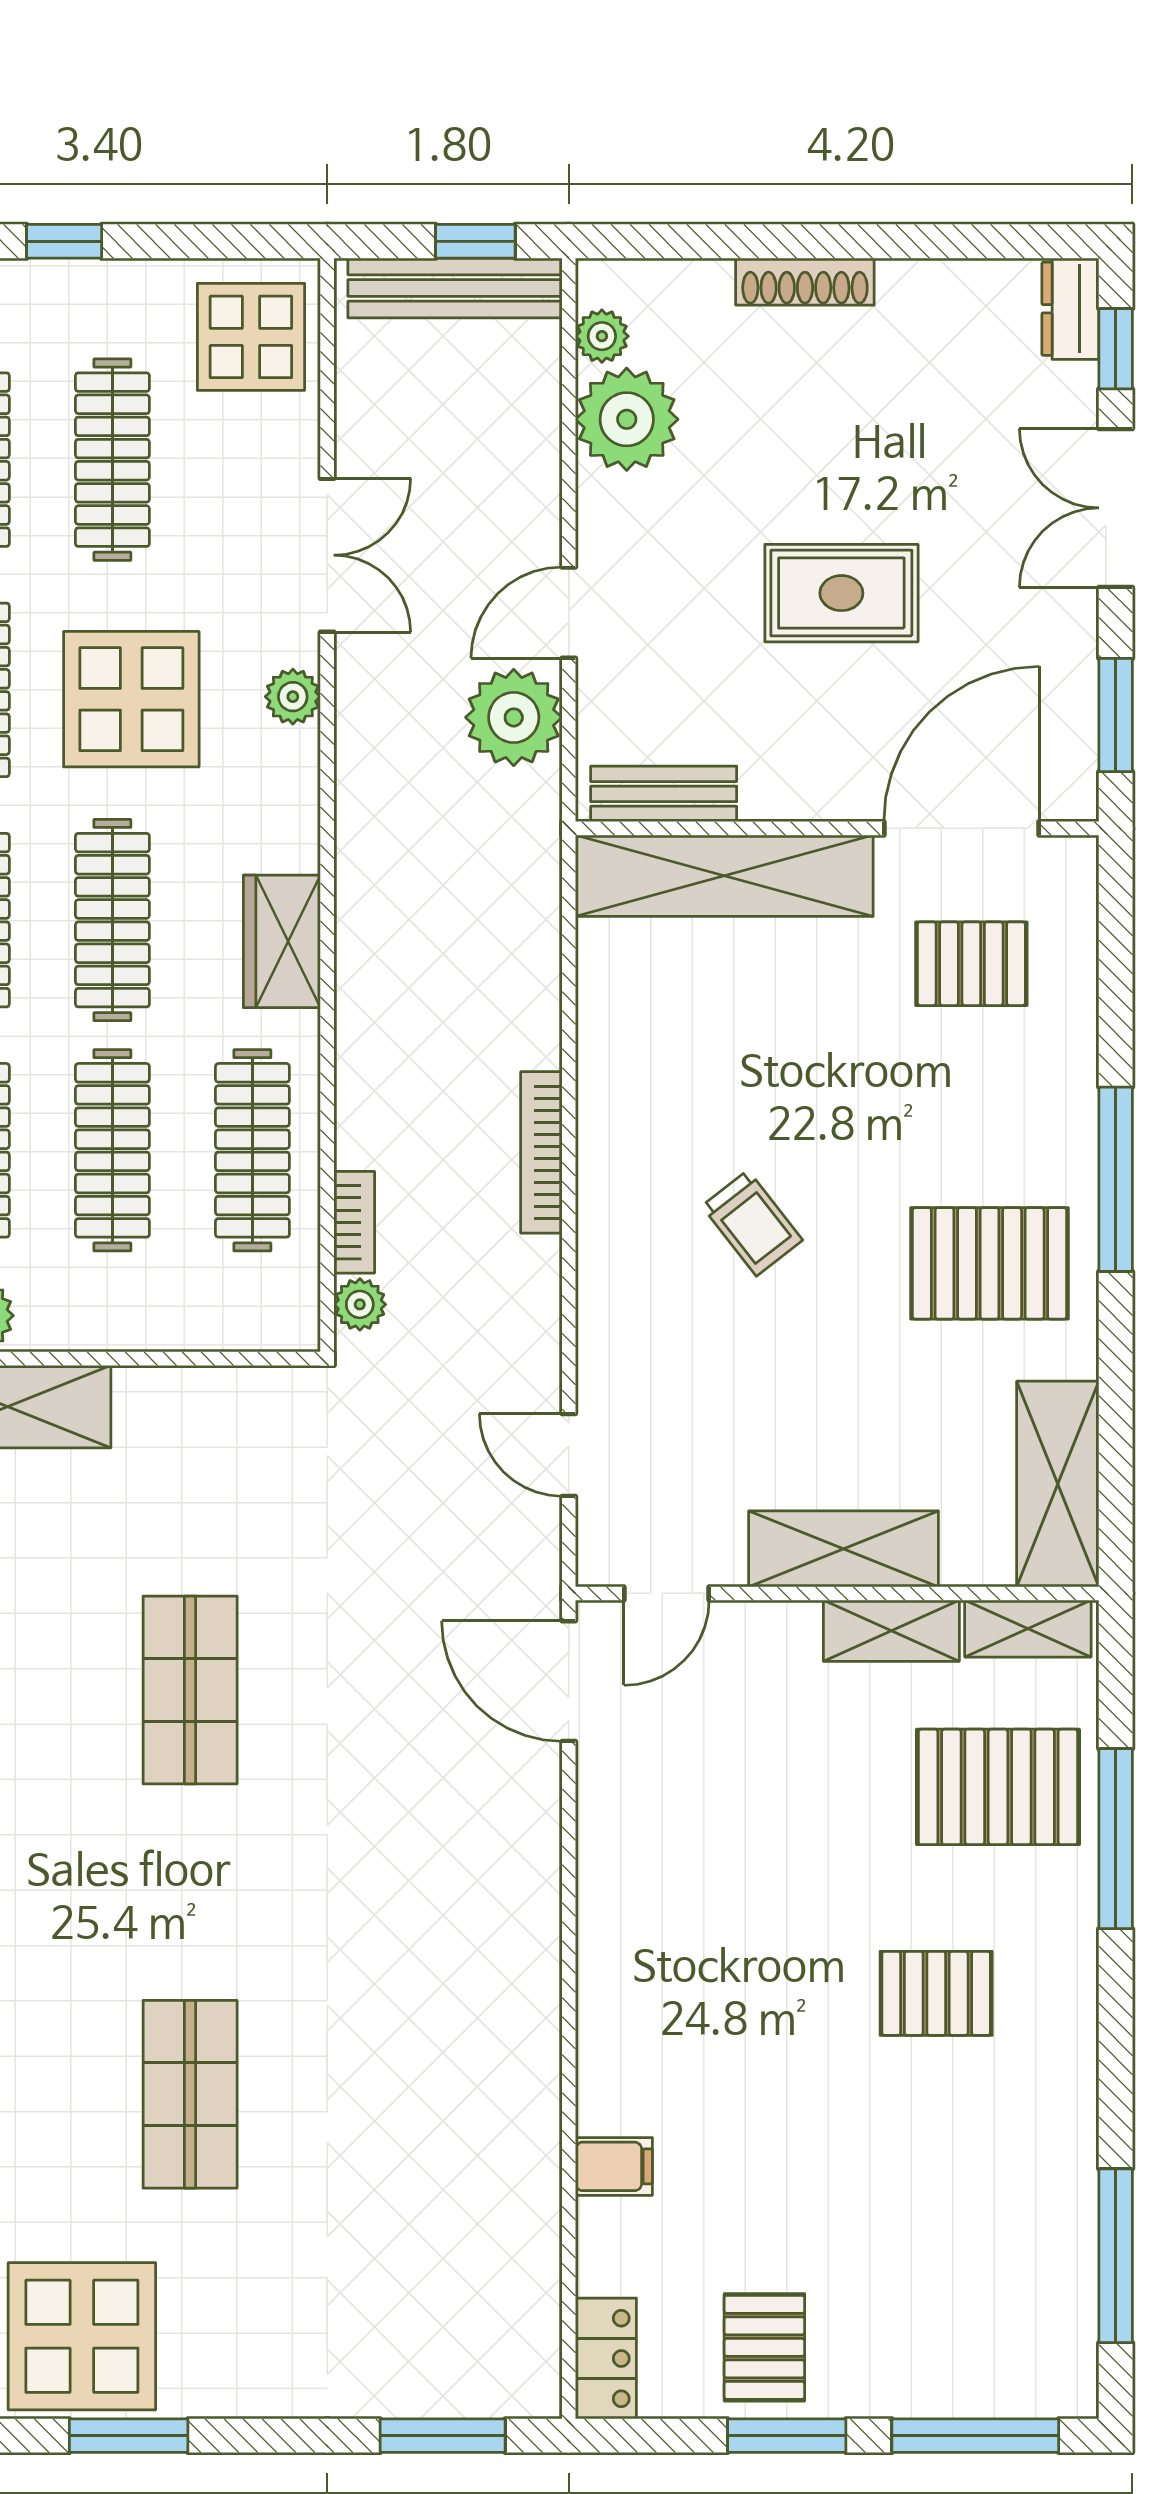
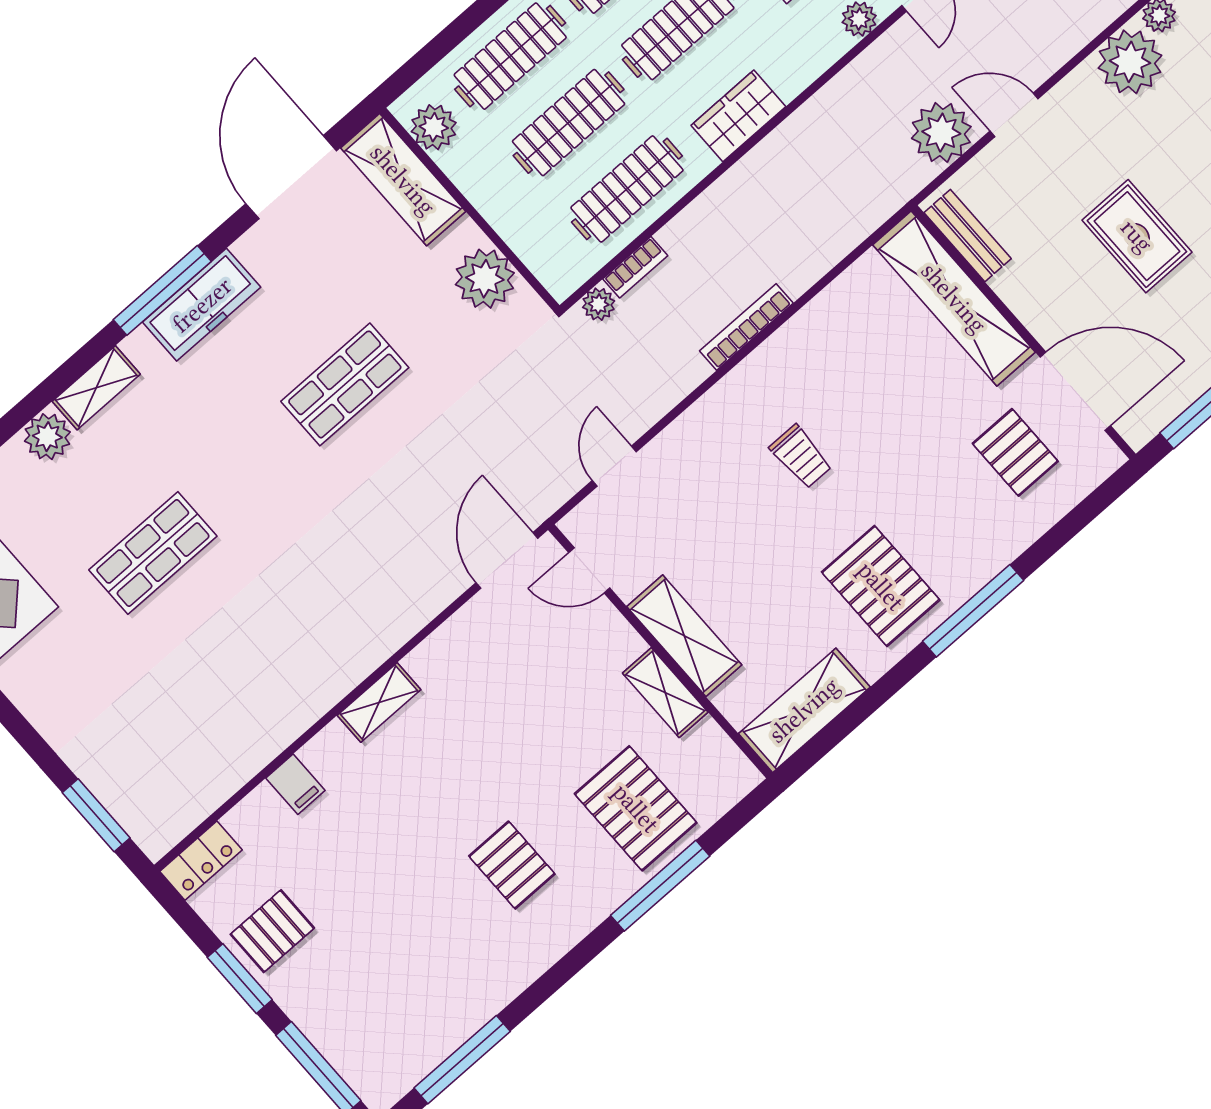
trolley: (752, 1223) -> (801, 457), turned -52
plant: (211, 1413) -> (485, 279), added
shelving: (1028, 1629) -> (379, 702), moved, turned 90

